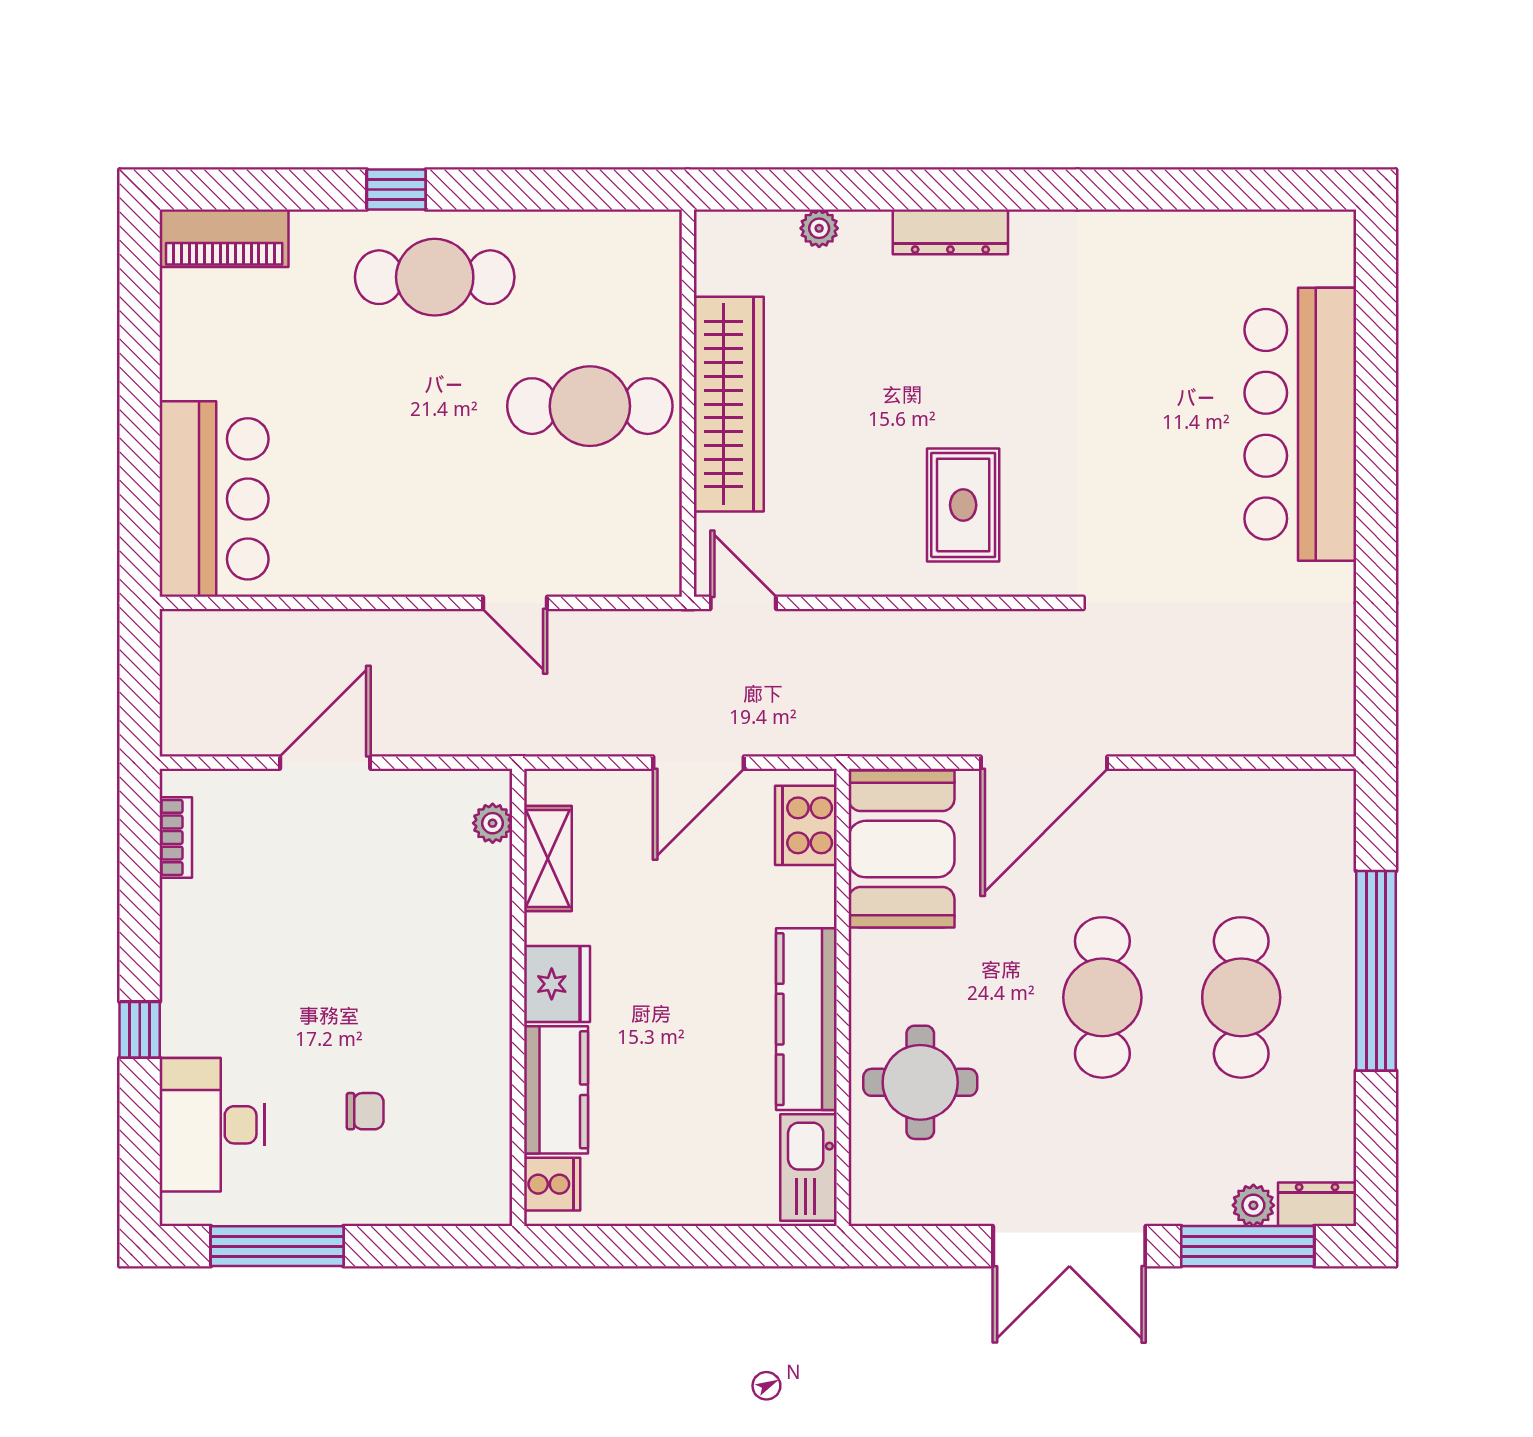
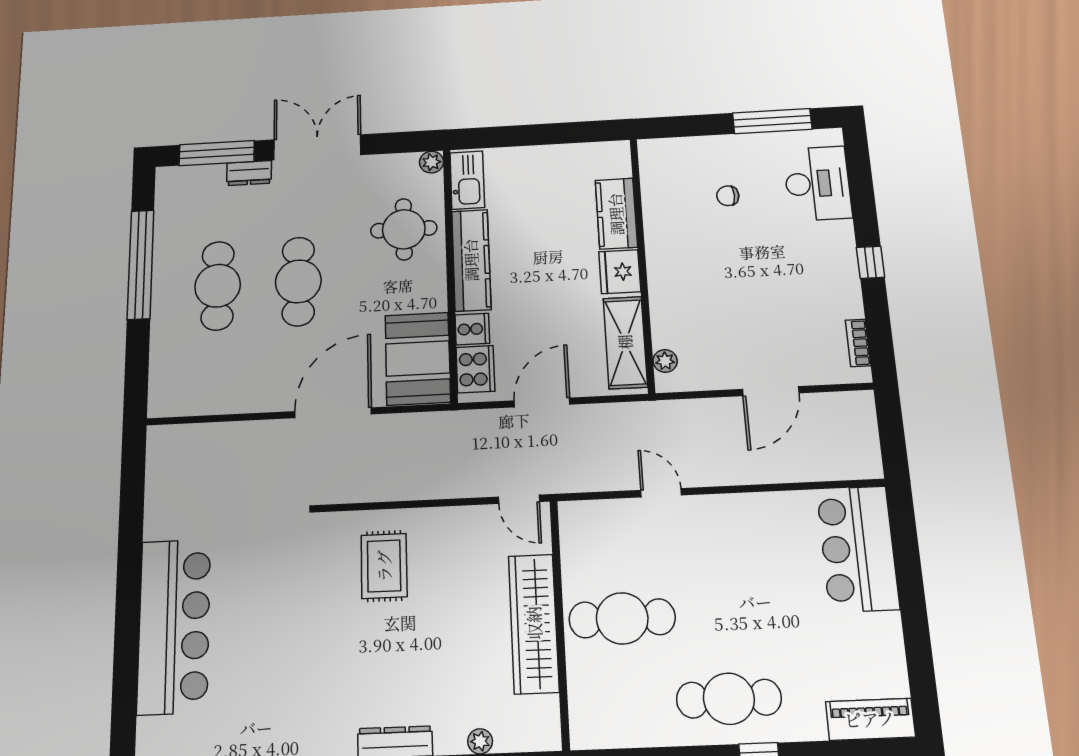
shelving: (548, 859) -> (625, 342), width x1.50, depth x1.33
window: (1376, 971) -> (141, 264), moved
window: (140, 1030) -> (870, 262), moved
cooker: (552, 1184) -> (472, 329), moved, turned 180
dresser: (1317, 1204) -> (249, 173), moved
plant: (1253, 1205) -> (431, 162), moved

